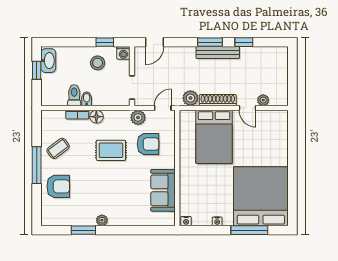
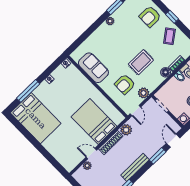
window: (210, 42) -> (158, 156), moved
window: (37, 165) -> (172, 17), width x0.46
bed: (261, 196) -> (36, 118), width x0.73

